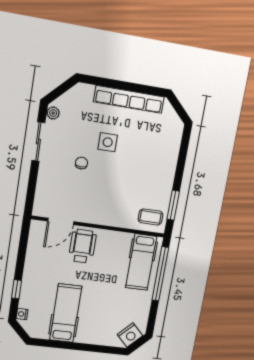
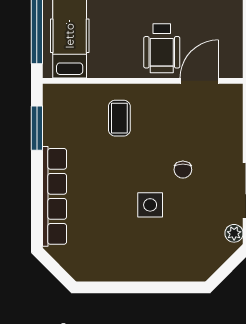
row of seats: (129, 99) -> (55, 196), moved, turned 90
coffee table: (150, 217) -> (119, 118), moved, turned 90

